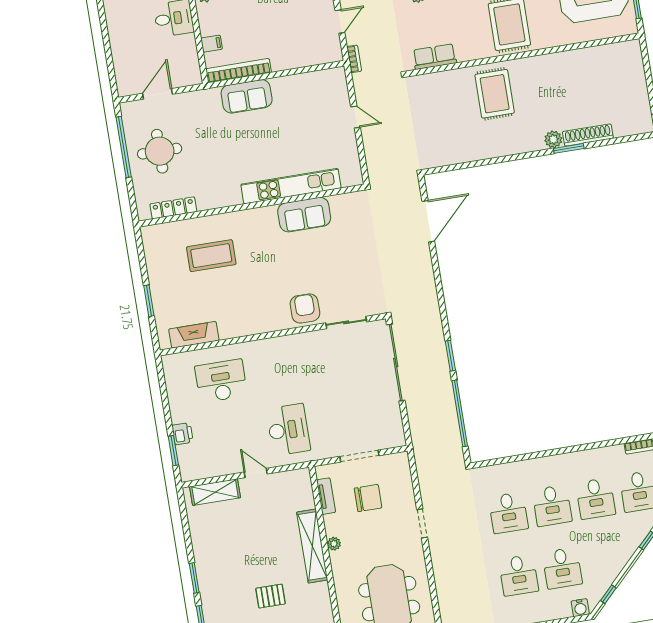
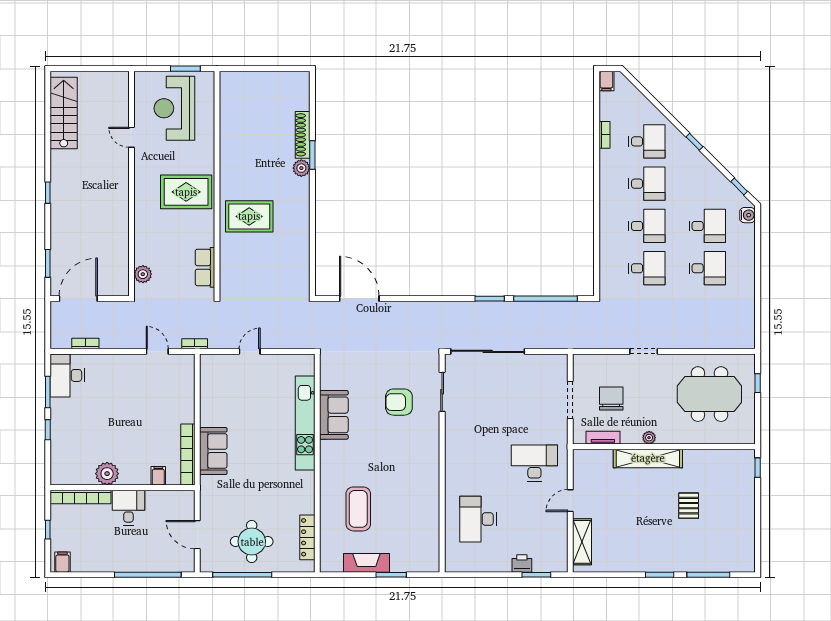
window: (108, 49) -> (148, 575), added
armchair: (305, 308) -> (399, 402), moved
fireplace: (194, 335) -> (366, 563), moved, turned 90

